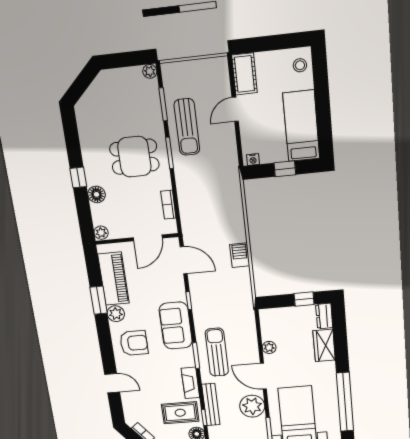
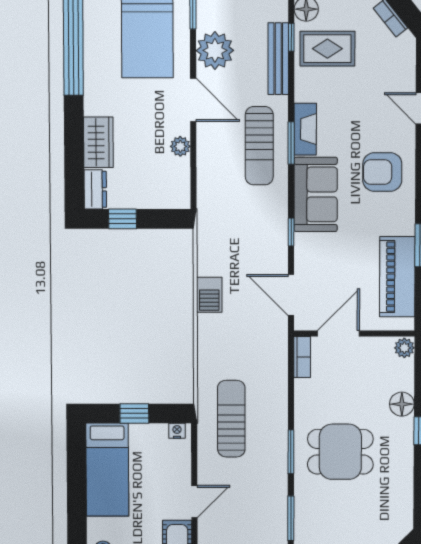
sun lounger: (187, 127) -> (231, 419), moved
bookcase: (168, 205) -> (302, 357), moved
plant: (116, 314) -> (402, 222), removed
fireplace: (190, 383) -> (305, 129), moved

